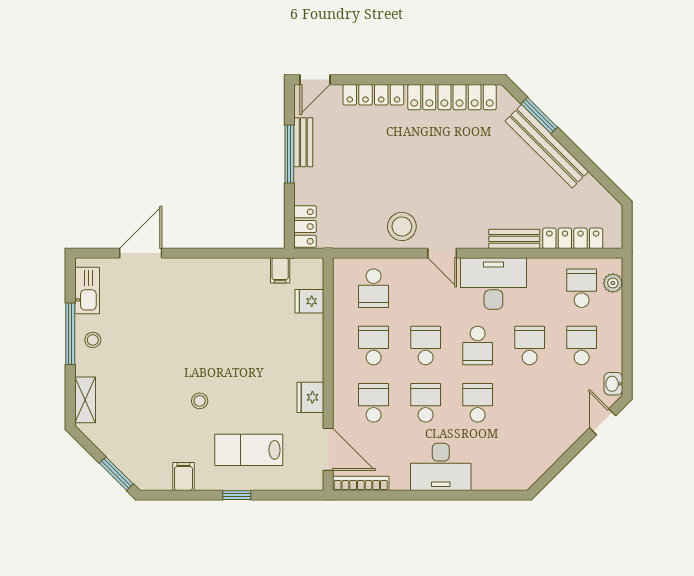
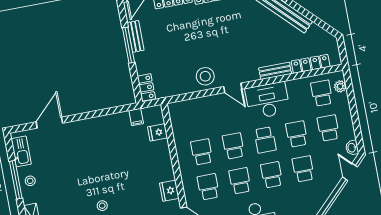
school desk: (374, 288) -> (303, 169), moved, turned 180

